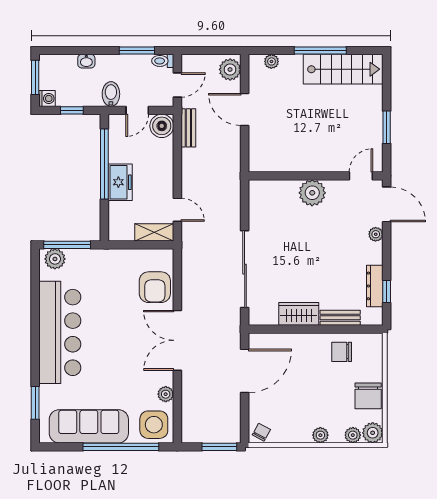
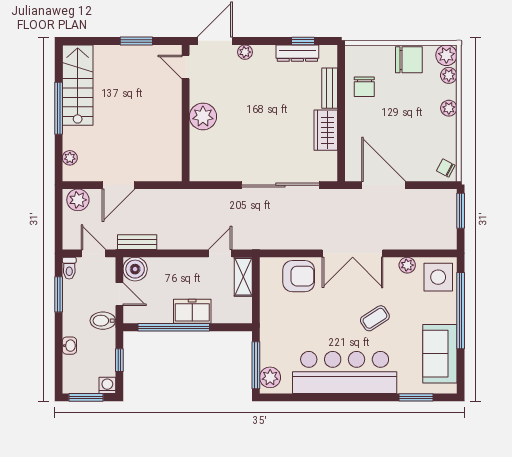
coffee table: (113, 362) -> (375, 318), added
sofa: (89, 426) -> (440, 354), width x0.73

